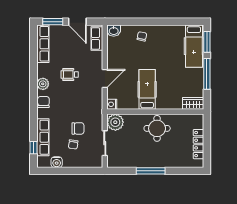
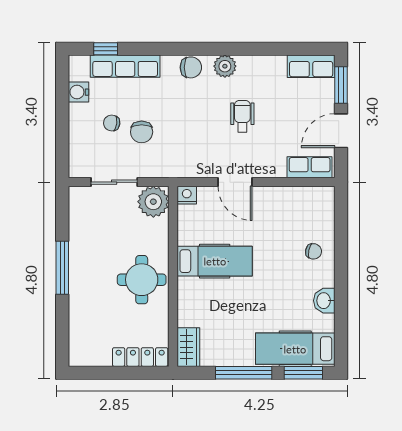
washbasin: (114, 31) -> (324, 301), moved
row of seats: (43, 44) -> (311, 66), width x0.68
locker: (198, 144) -> (140, 357), moved

